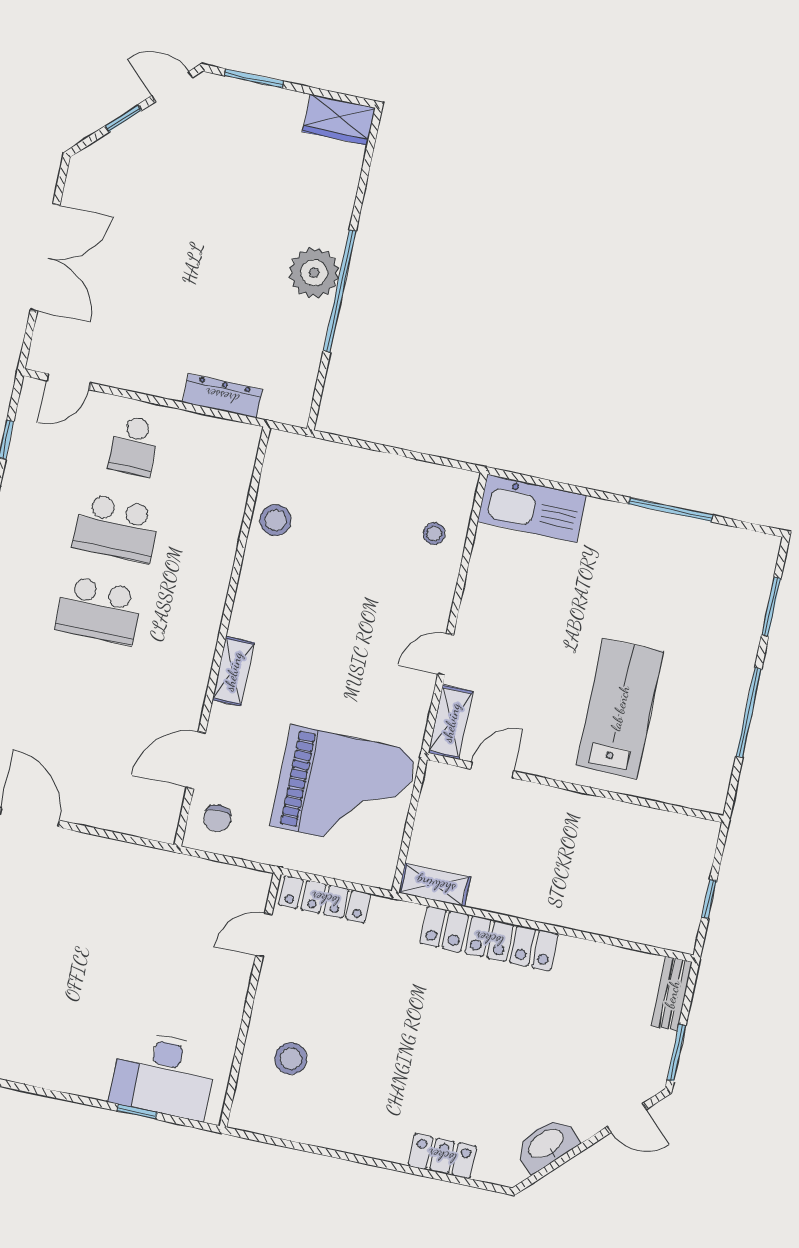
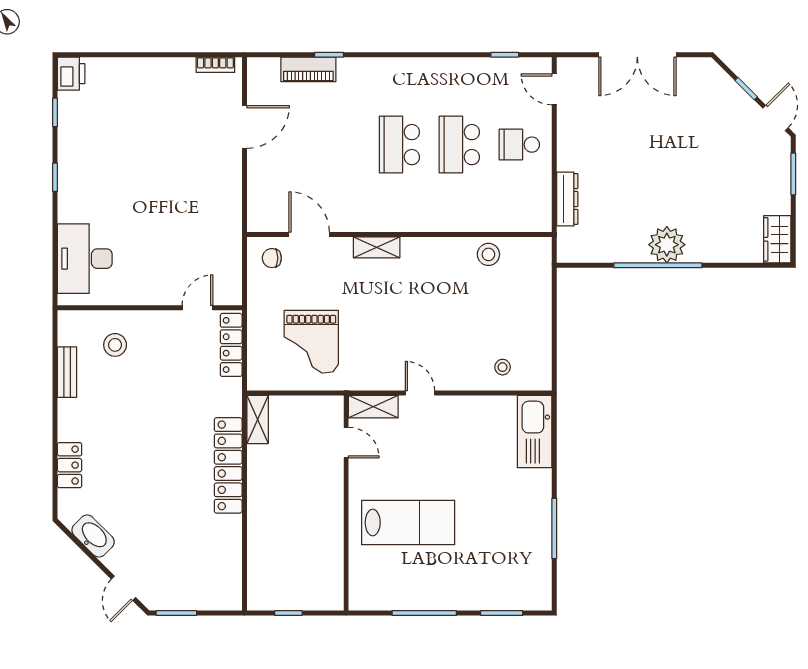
grand piano: (344, 789) -> (311, 342), width x0.73, depth x0.68
door: (264, 935) -> (197, 308), hinge flipped
bench: (672, 994) -> (67, 372), moved, turned 90
window: (137, 1112) -> (55, 177), moved

